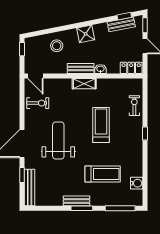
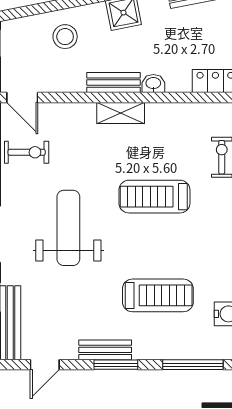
treadmill: (101, 125) -> (154, 197), turned -90
door: (47, 208) -> (45, 365), added

